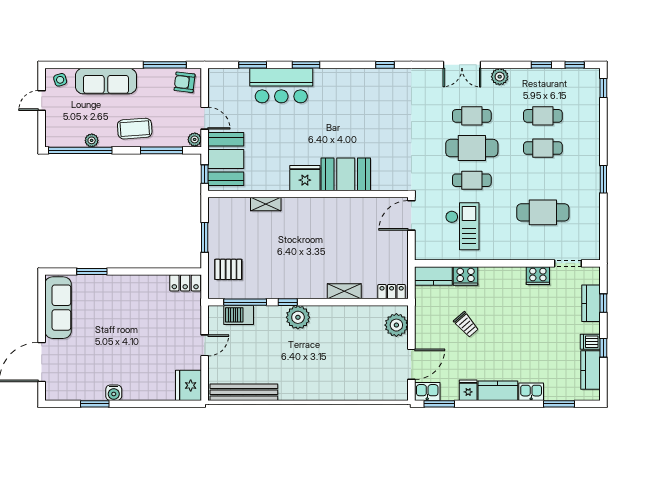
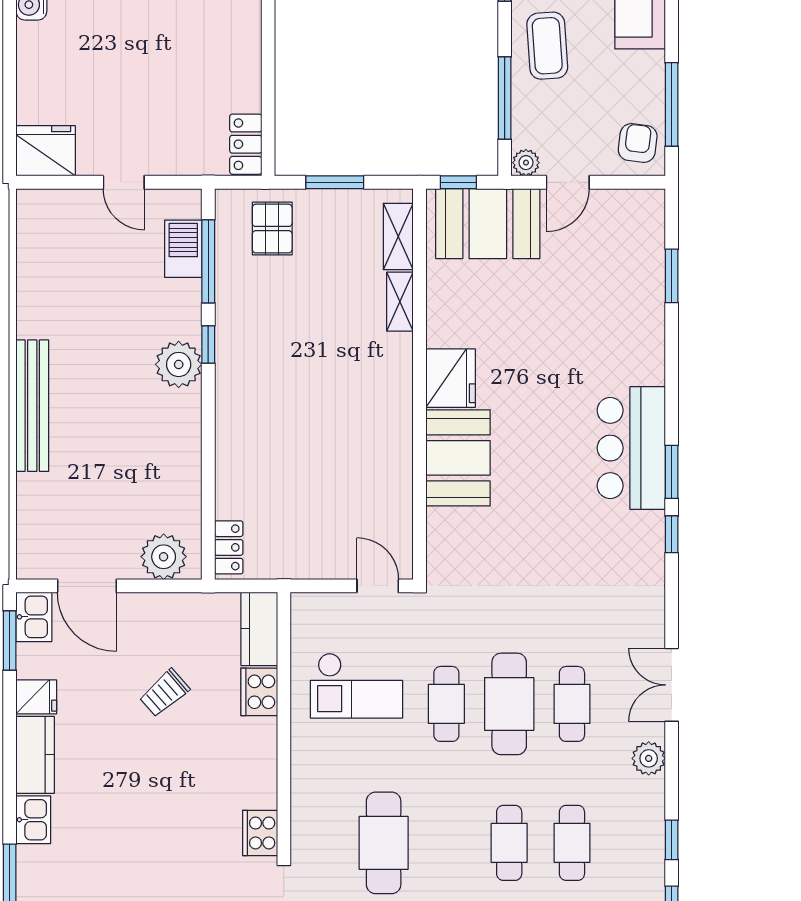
window: (306, 65) -> (672, 472), moved
bar counter: (281, 86) -> (631, 448), moved
door: (411, 215) -> (378, 586), width x0.73
shelving: (344, 291) -> (398, 237), moved
bench: (244, 392) -> (32, 406), moved

